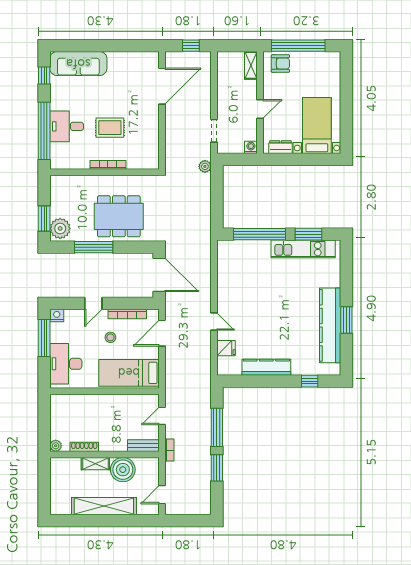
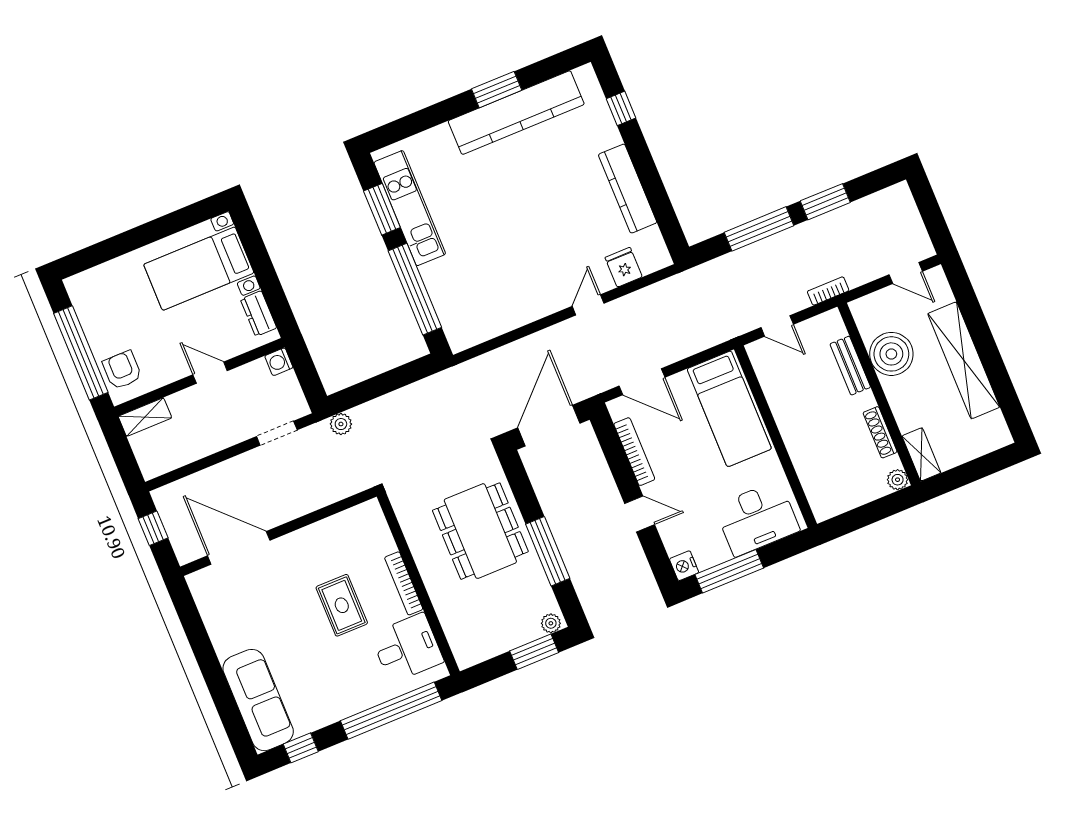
desk: (67, 126) -> (407, 648), moved, turned -90
plant: (60, 228) -> (551, 623), width x0.53, depth x0.53
stool: (110, 337) -> (684, 463), removed
bench: (143, 446) -> (850, 366), moved
shelving: (95, 464) -> (921, 454), moved

